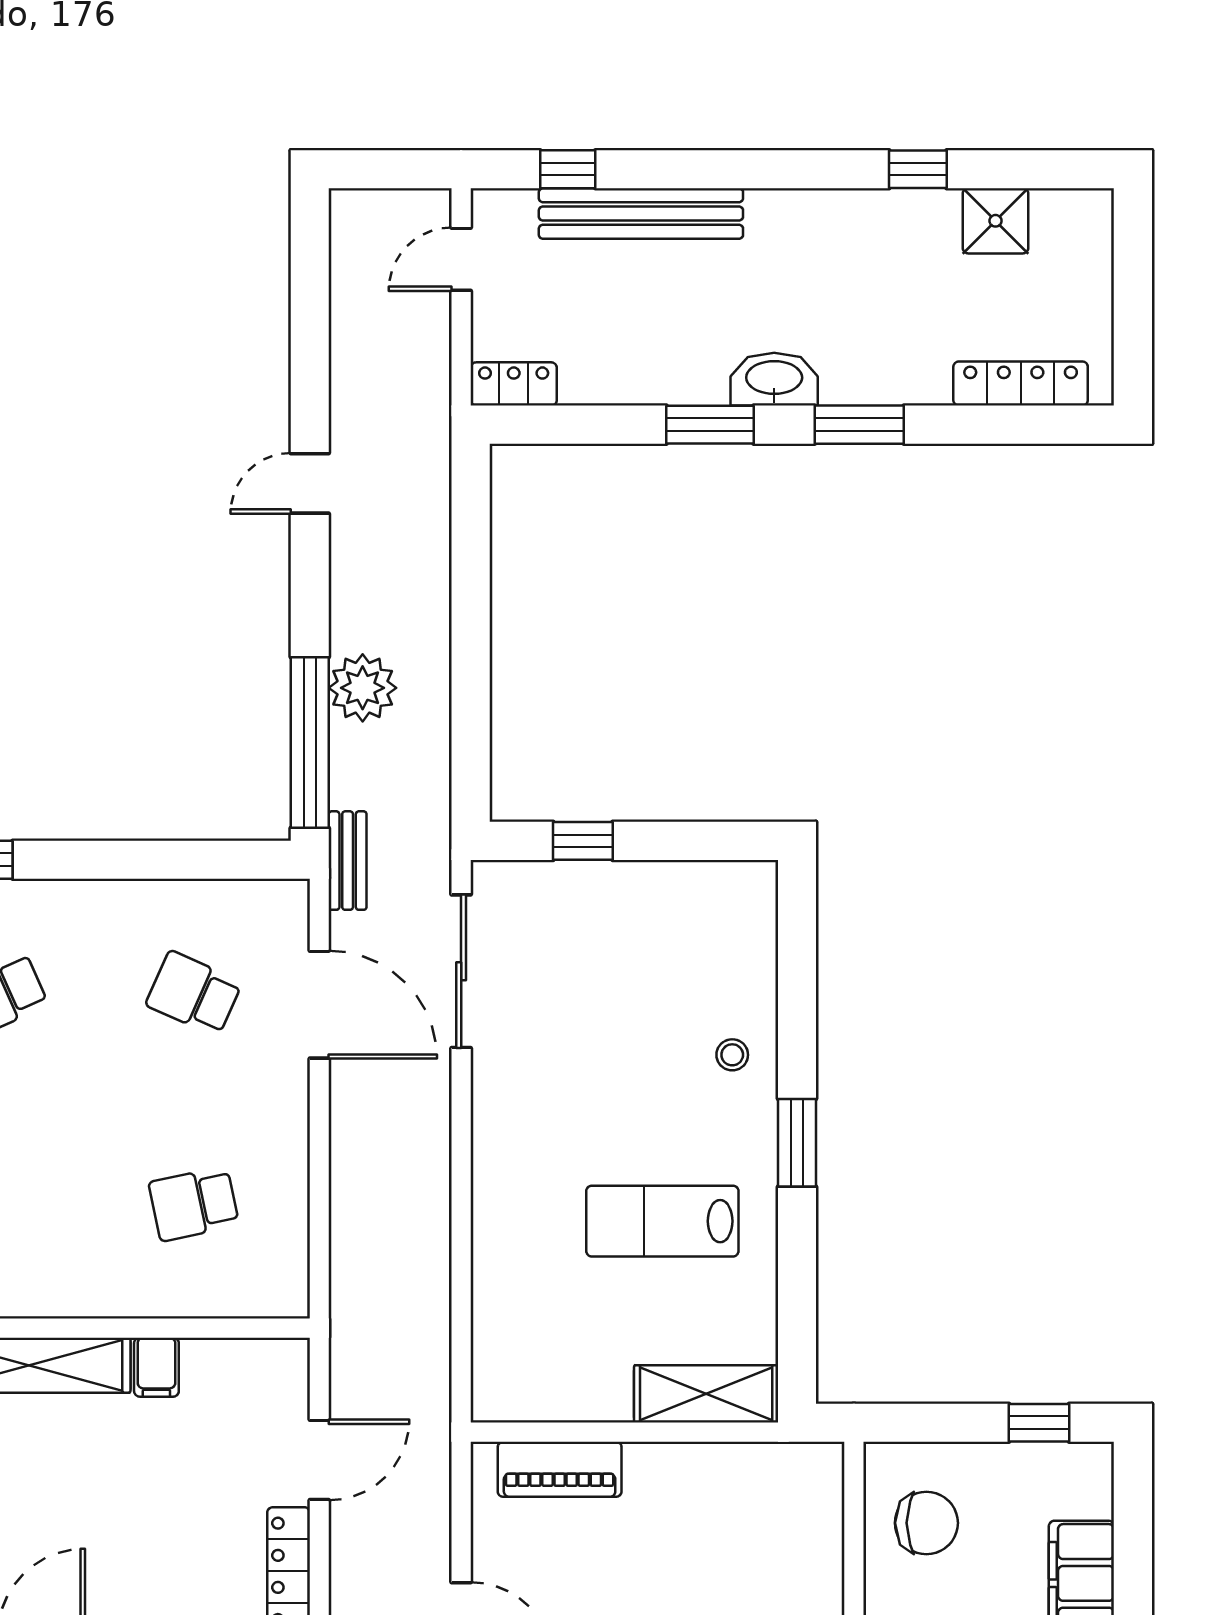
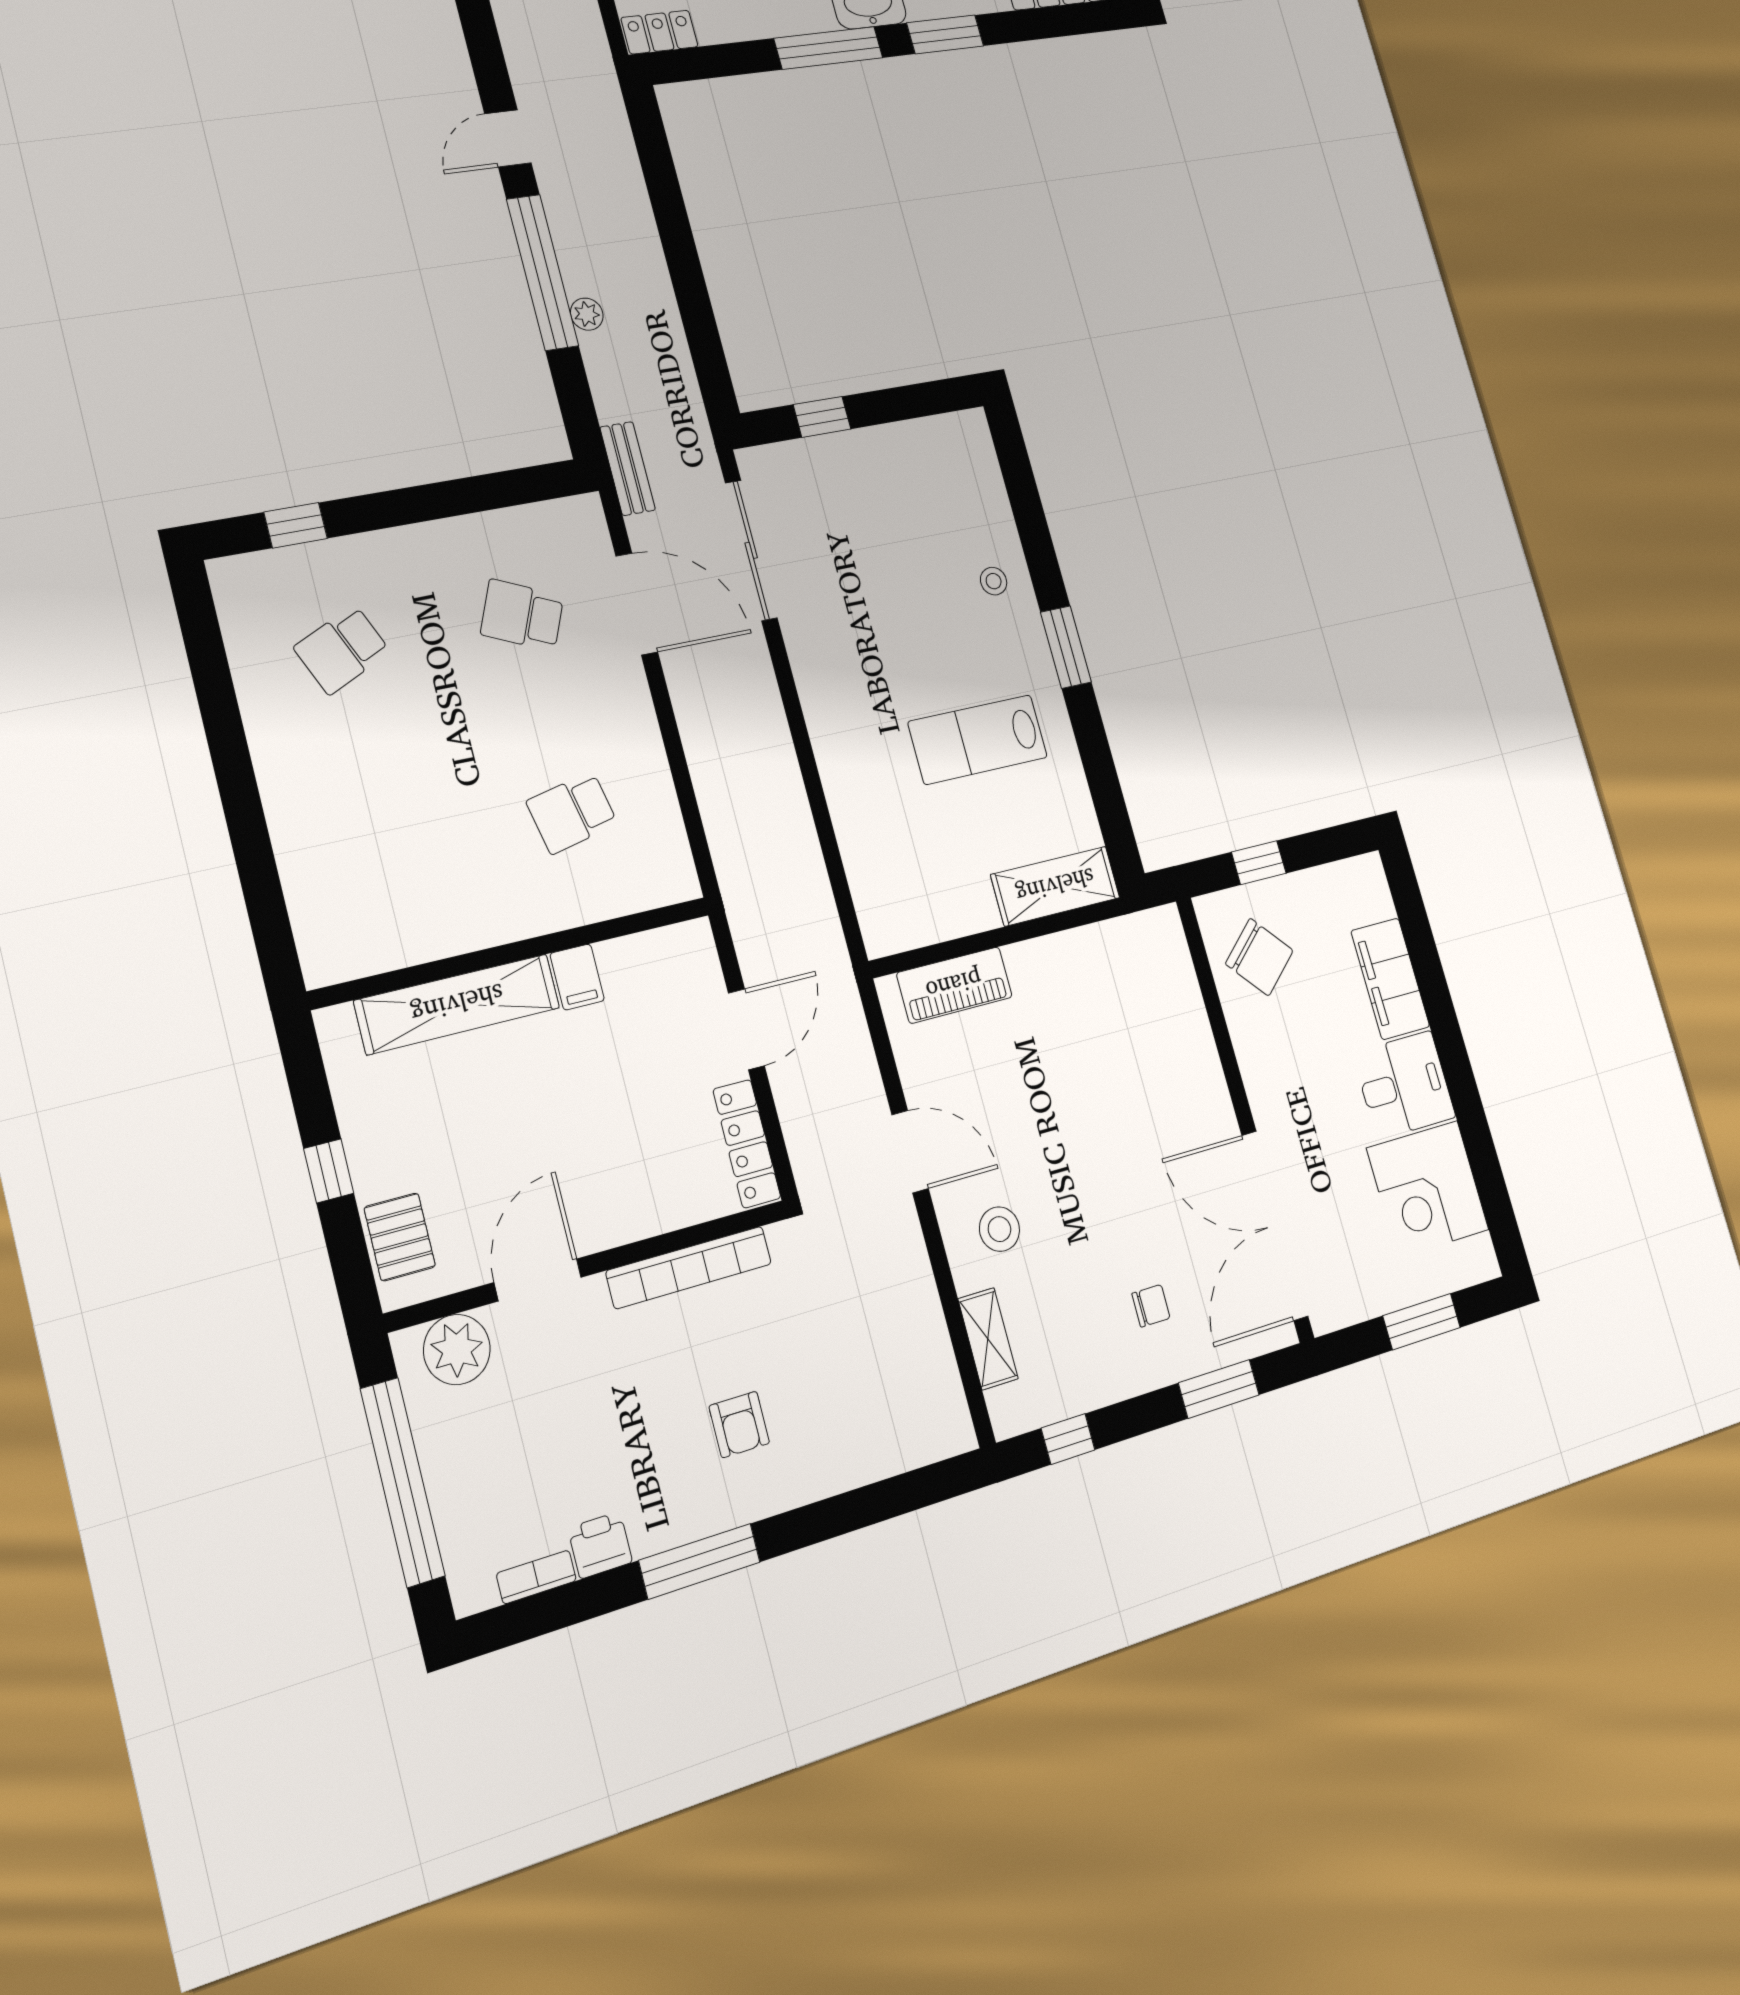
window: (710, 425) -> (828, 48), width x1.44
plant: (363, 688) -> (587, 314), width x0.53, depth x0.53
window: (310, 743) -> (542, 272), moved
window: (1039, 1423) -> (1259, 863), moved
chair: (926, 1523) -> (1259, 957), turned 48

